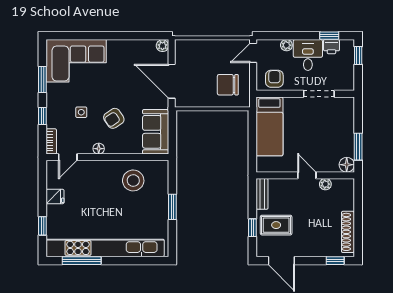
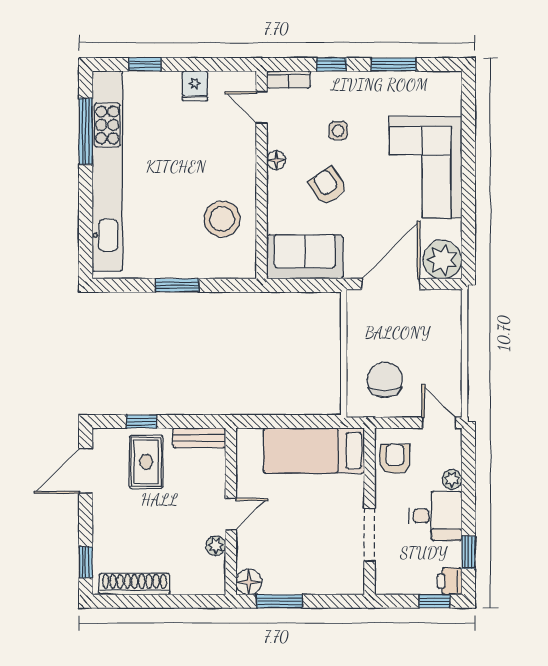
plant: (162, 46) -> (442, 260), width x1.87, depth x1.87
printer: (331, 47) -> (450, 581), moved
corner sofa: (76, 61) -> (426, 167), moved
armchair: (274, 79) -> (395, 459), turned -90

